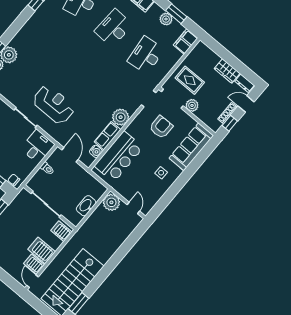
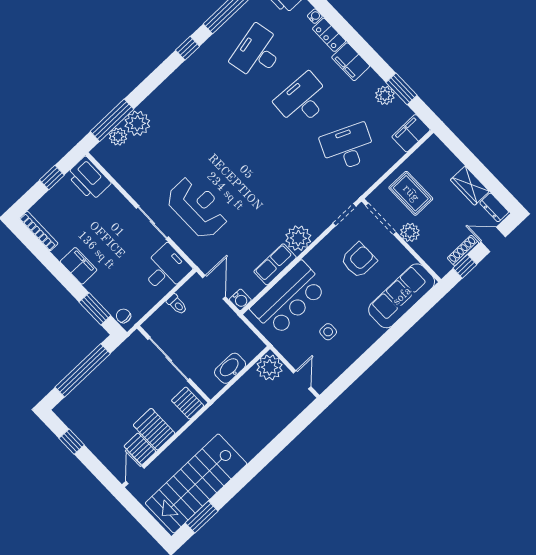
desk: (146, 55) -> (348, 147), turned 30
water cooler: (96, 151) -> (240, 300), moved
side table: (161, 173) -> (328, 332), moved

